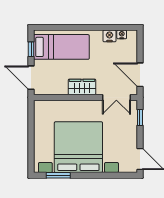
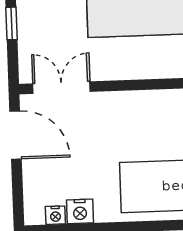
wardrobe: (82, 87) -> (132, 106), removed
window: (140, 117) -> (11, 23), moved

